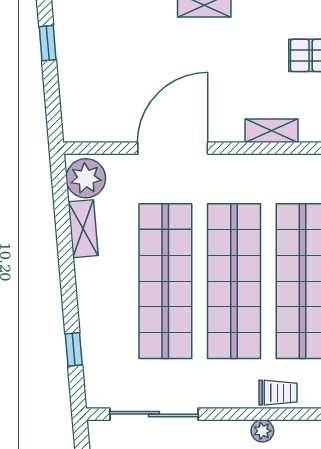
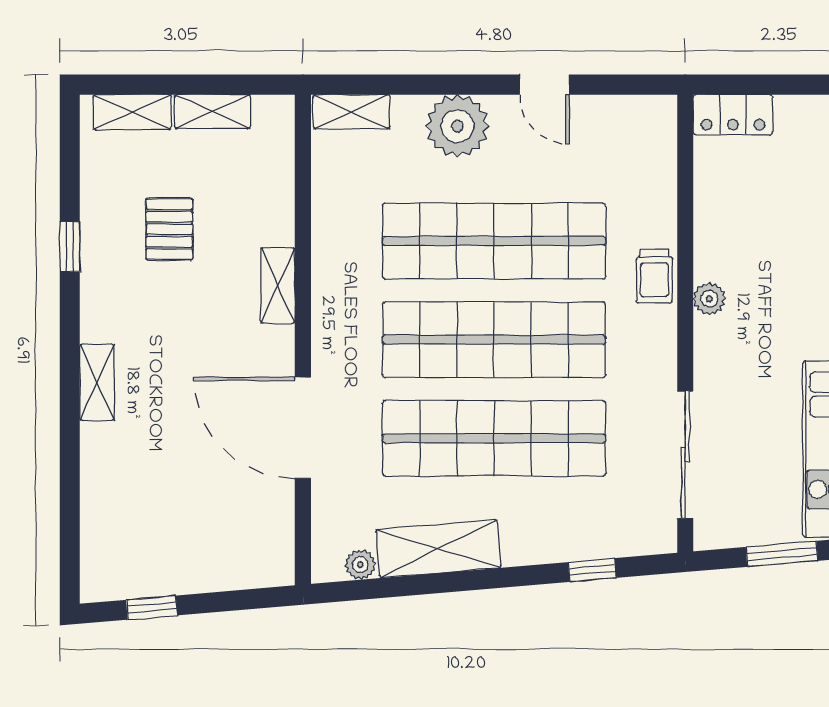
plant: (86, 178) -> (360, 565), width x0.53, depth x0.53
shelving: (83, 229) -> (438, 549), width x1.50, depth x1.33
trolley: (278, 393) -> (654, 276), turned 180

